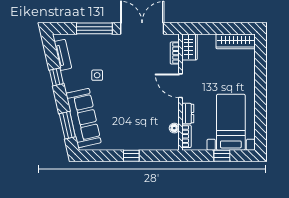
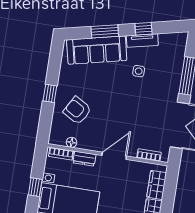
wardrobe: (190, 47) -> (157, 185), moved, turned 90
tv unit: (63, 55) -> (142, 41), moved
window: (67, 125) -> (105, 31), moved
armchair: (143, 127) -> (77, 111), added

